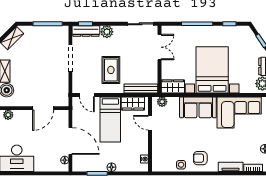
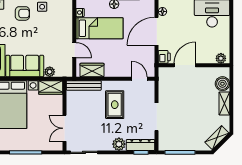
plant: (162, 102) -> (50, 72), moved
printer: (63, 116) -> (164, 57), added
bed: (110, 119) -> (100, 28), moved, turned 90
door: (70, 141) -> (157, 31), hinge flipped

